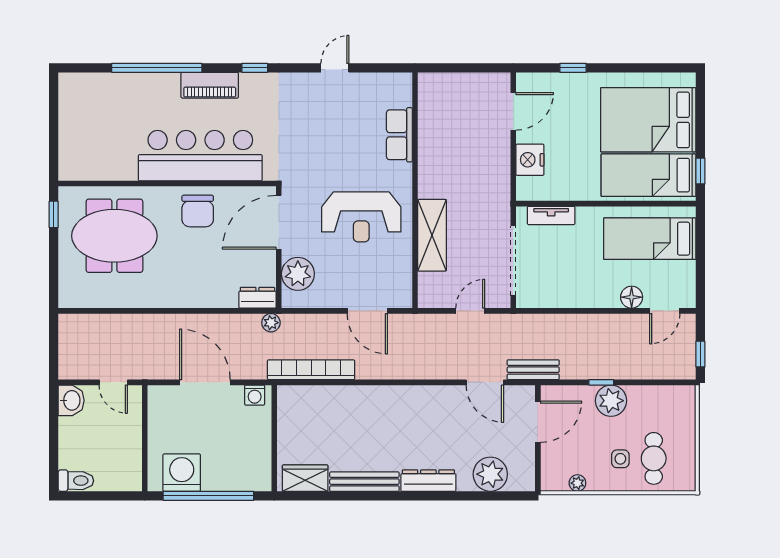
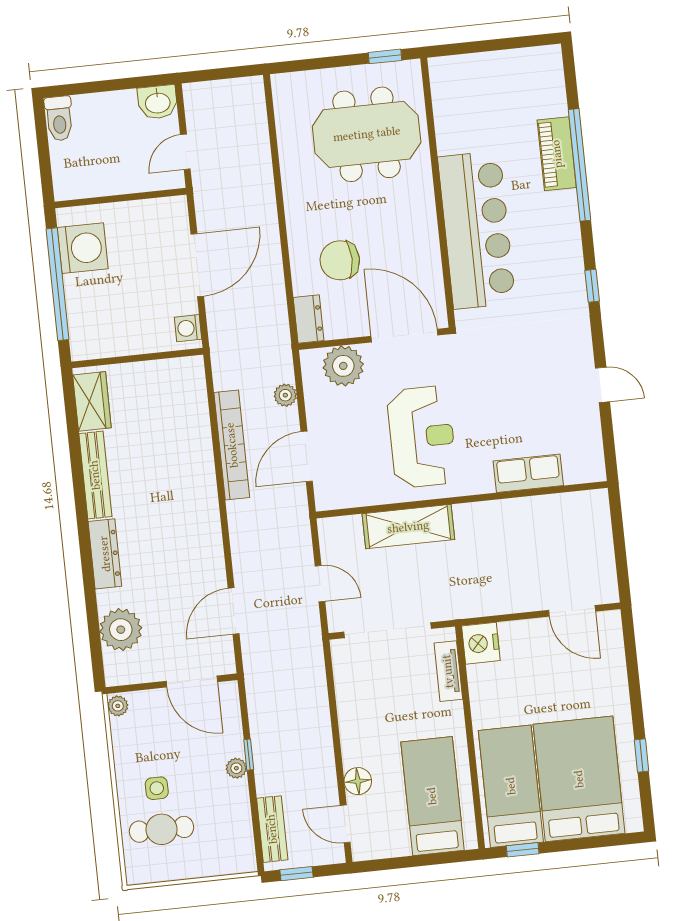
window: (573, 68) -> (642, 755), moved
piano: (210, 85) -> (557, 154), moved
nightstand: (530, 160) -> (481, 643), moved, turned -90
chair: (198, 211) -> (340, 260), moved
reception desk: (361, 217) -> (422, 437), turned 180
meeting table: (114, 236) -> (367, 134), turned 90
plant: (271, 323) -> (285, 395), moved
bookcase: (311, 370) -> (232, 445), moved
bench: (533, 370) -> (272, 829), moved
plant: (611, 401) -> (236, 768), width x0.53, depth x0.53
plant: (577, 483) -> (118, 706), moved

